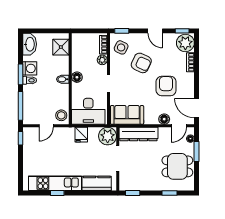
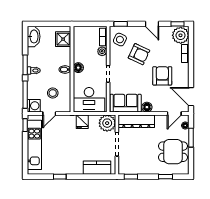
washing machine: (30, 68) -> (34, 106), moved
stool: (61, 115) -> (53, 93), moved
floor lamp: (164, 119) -> (147, 107), moved
kitchen unit: (55, 183) -> (34, 145), moved, turned 90

